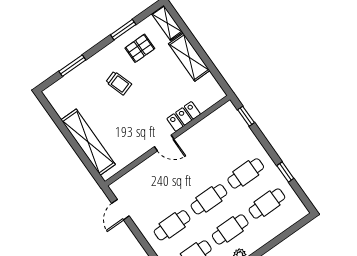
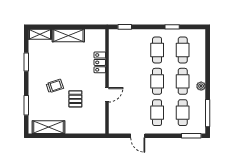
pallet: (140, 48) -> (75, 99), moved
shelving: (88, 142) -> (48, 127), moved, width x0.68
door: (164, 143) -> (107, 95), moved
door: (120, 210) -> (138, 136), moved

